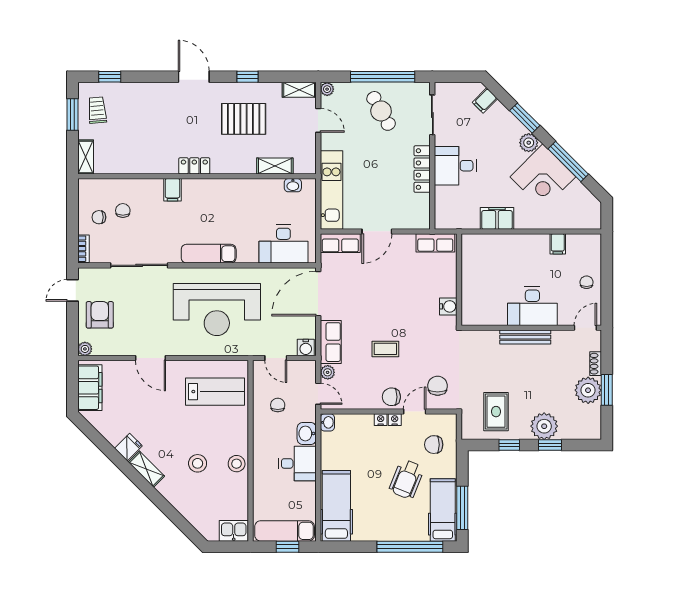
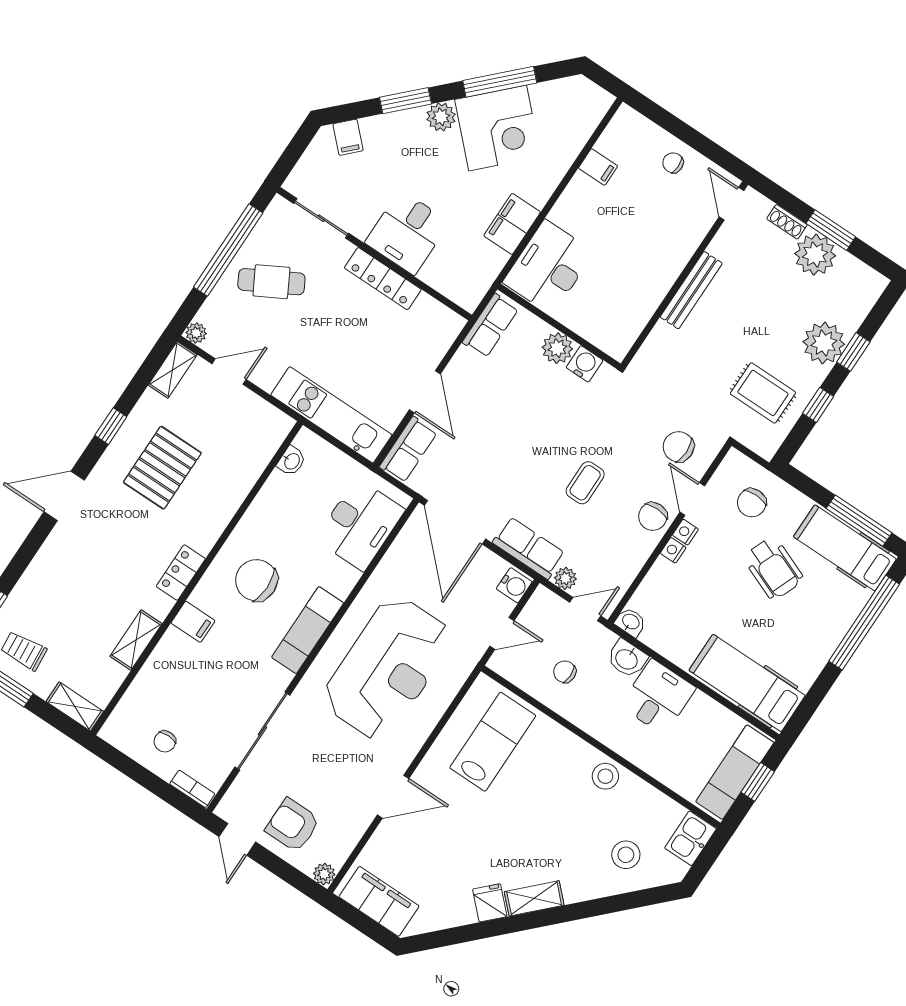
shelving: (275, 166) -> (136, 640), moved
chair: (123, 211) -> (256, 580), moved, width x1.87, depth x1.87
plant: (447, 286) -> (557, 348), added
desk: (532, 306) -> (548, 267), moved, turned 180
stool: (198, 463) -> (626, 855), moved

